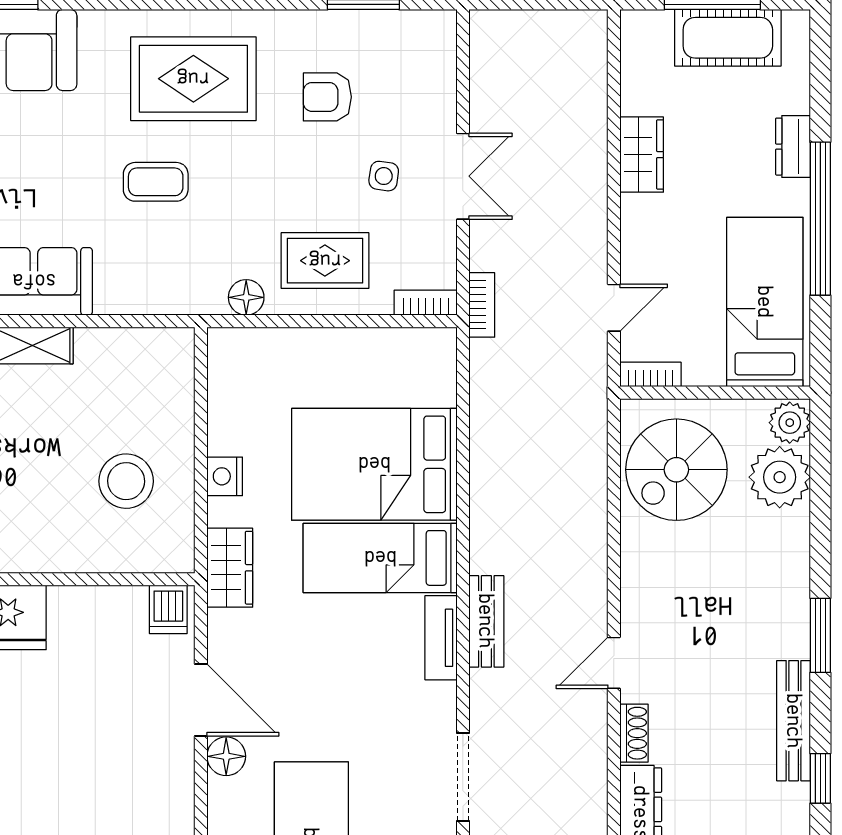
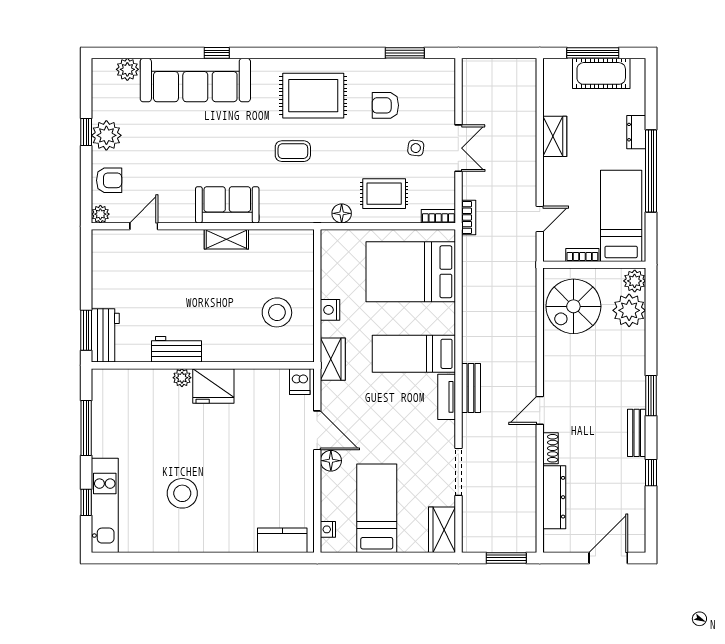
bookcase: (650, 374) -> (582, 255), moved
bed: (374, 464) -> (411, 272), moved
bench: (794, 721) -> (637, 433), width x0.73

